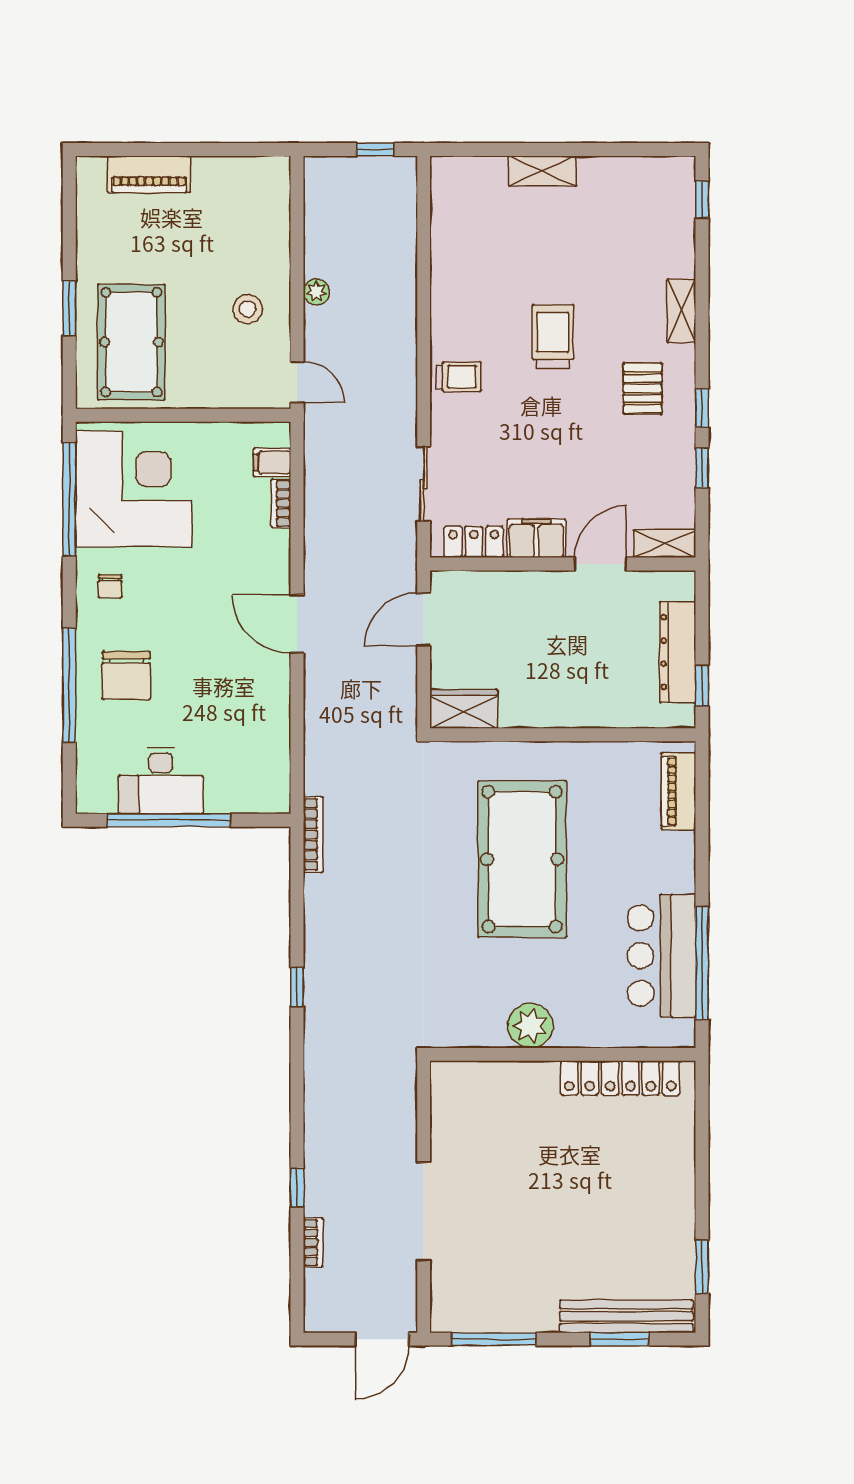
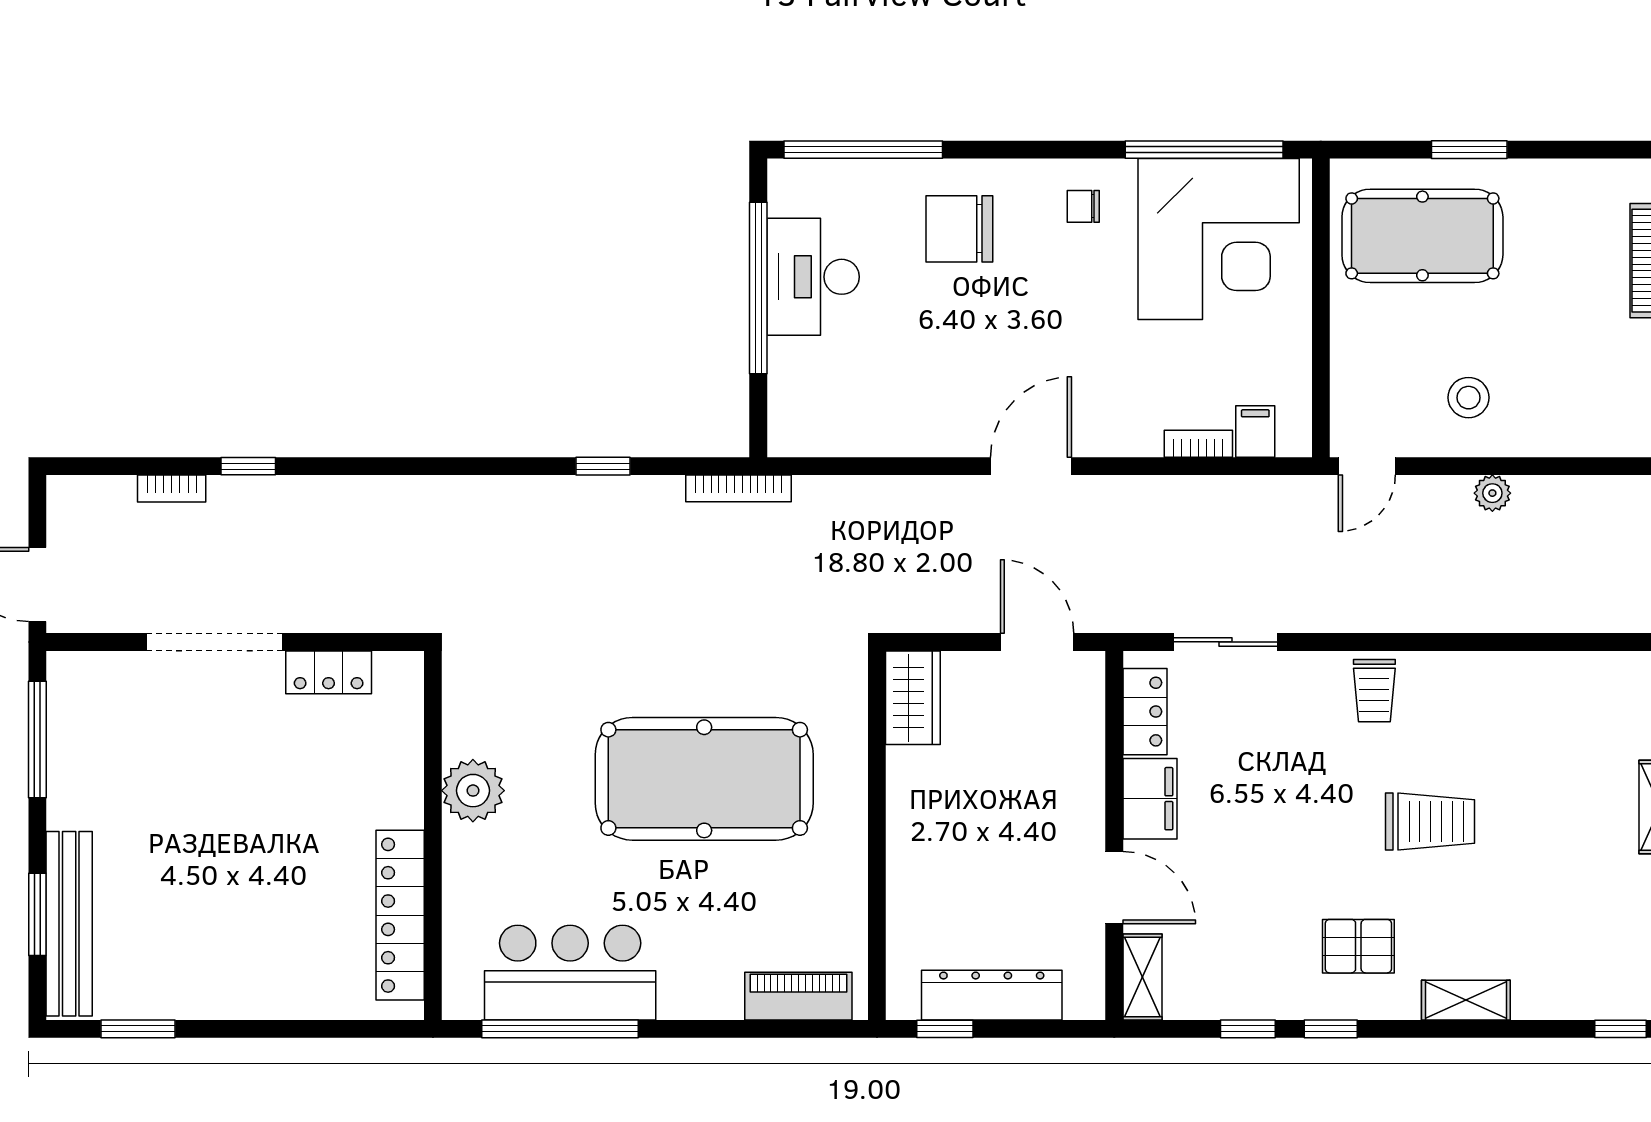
window: (69, 685) -> (863, 150), moved
window: (297, 987) -> (603, 466), moved
locker: (445, 1130) -> (329, 672), added

